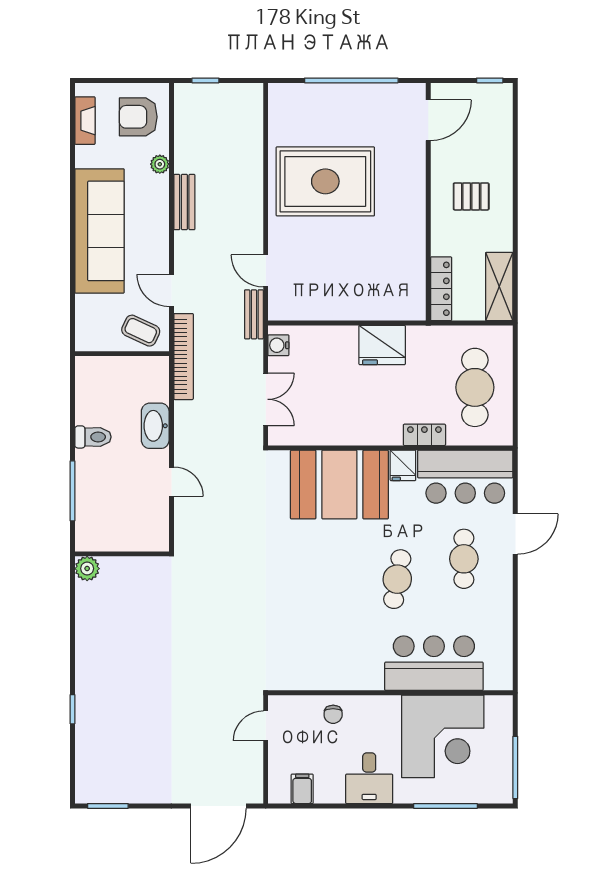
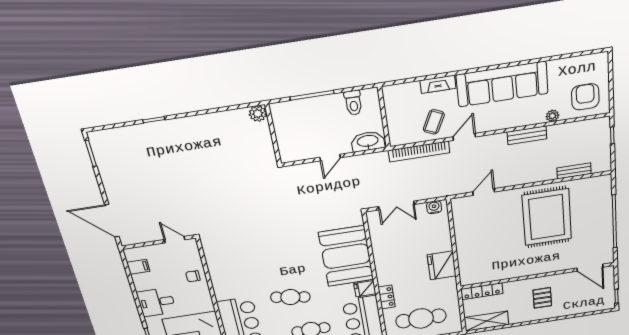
fireplace: (85, 121) -> (438, 84), moved
bench: (254, 314) -> (574, 171), moved
wall: (122, 354) -> (384, 117), moved

